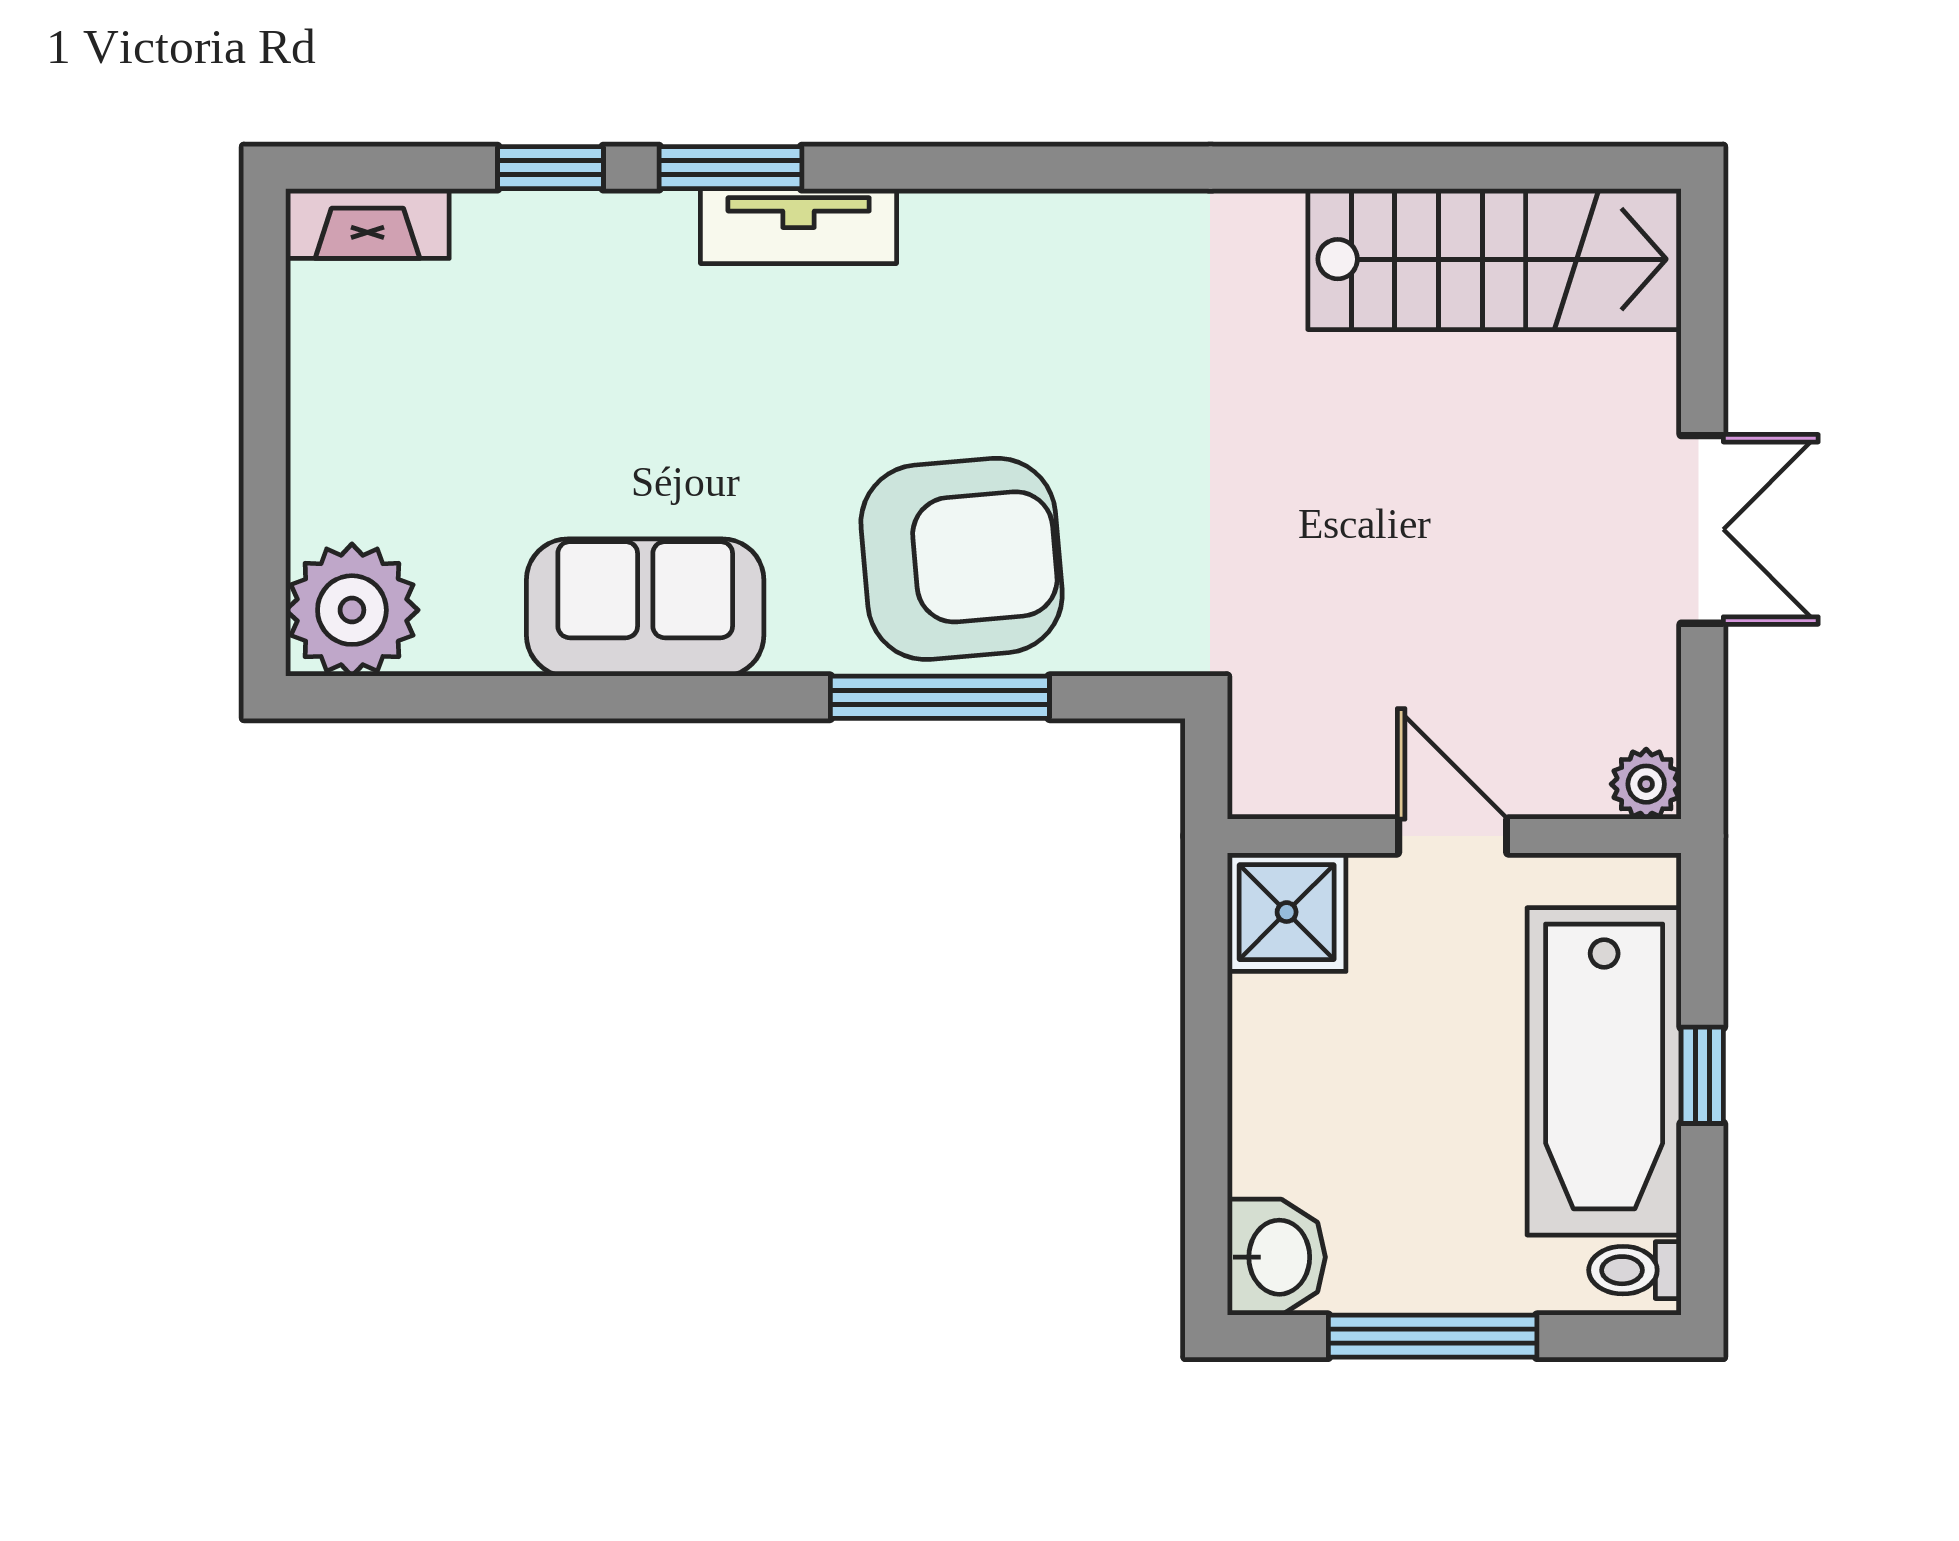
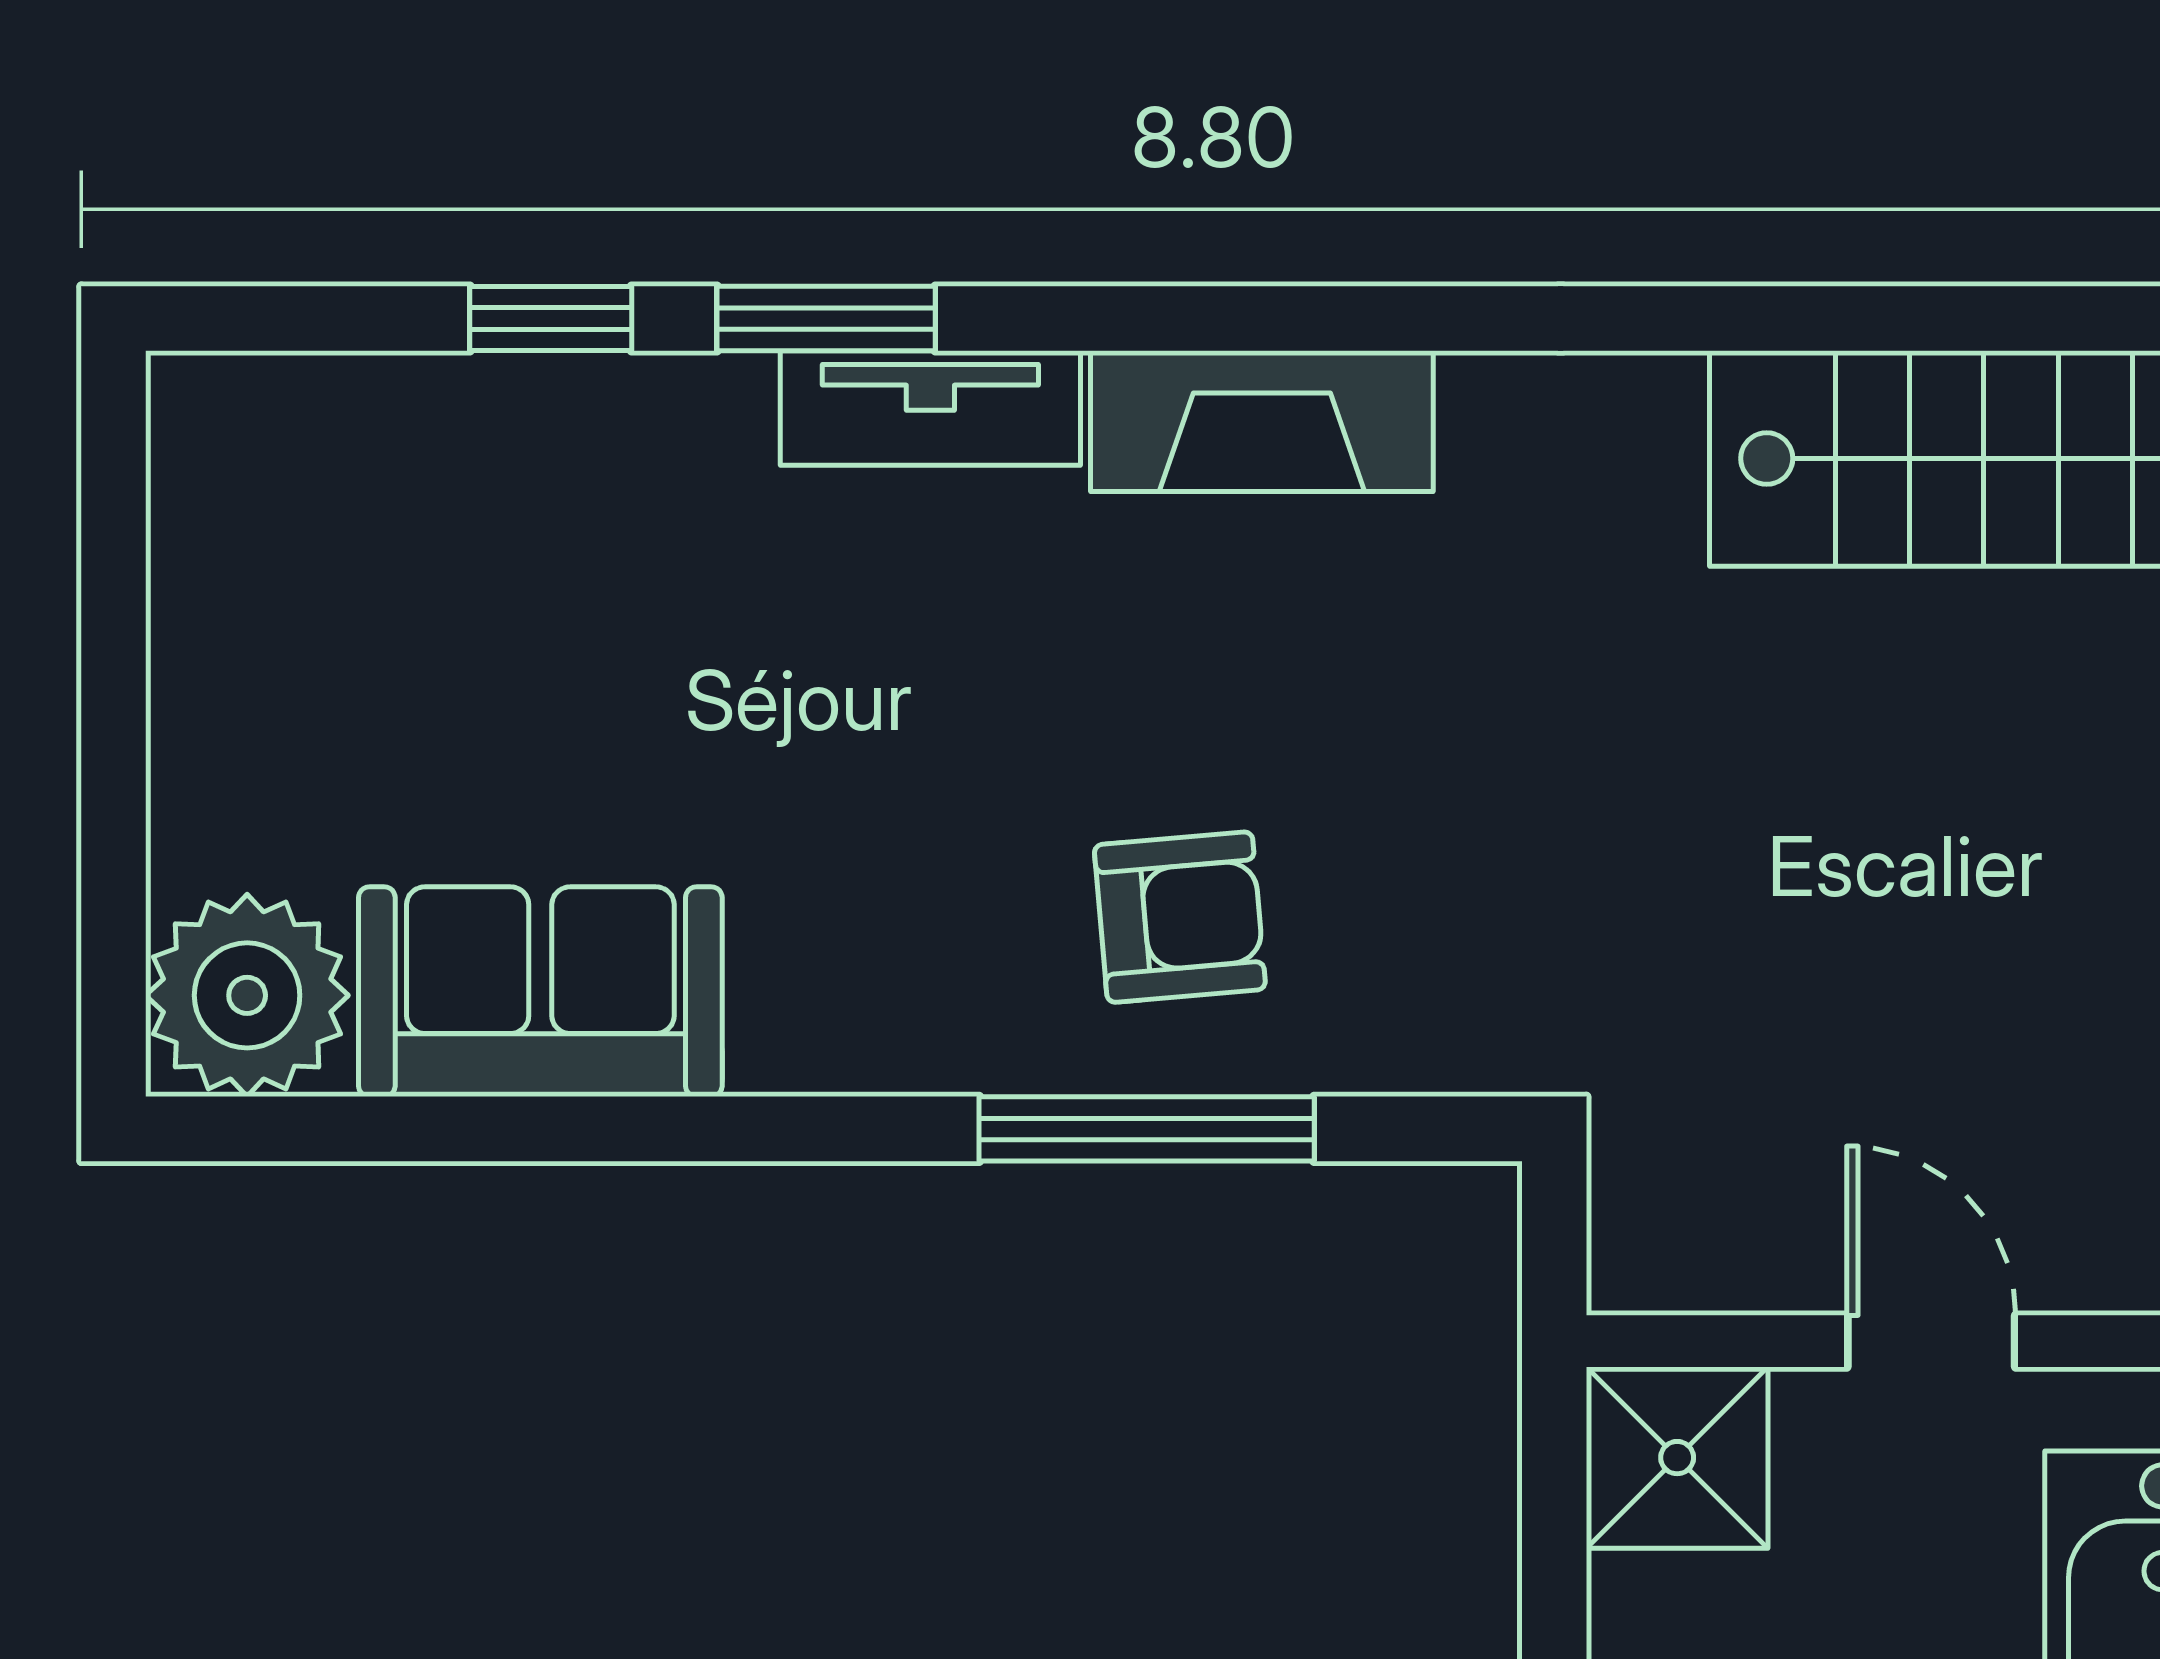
fireplace: (367, 224) -> (1262, 421), moved, width x1.37, depth x1.32
armchair: (962, 559) -> (1180, 917), width x0.53, depth x0.53
sofa: (645, 608) -> (540, 992), moved

